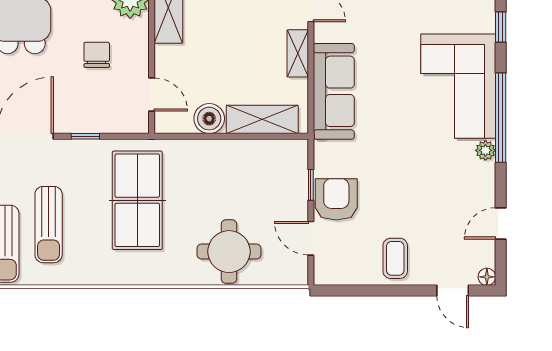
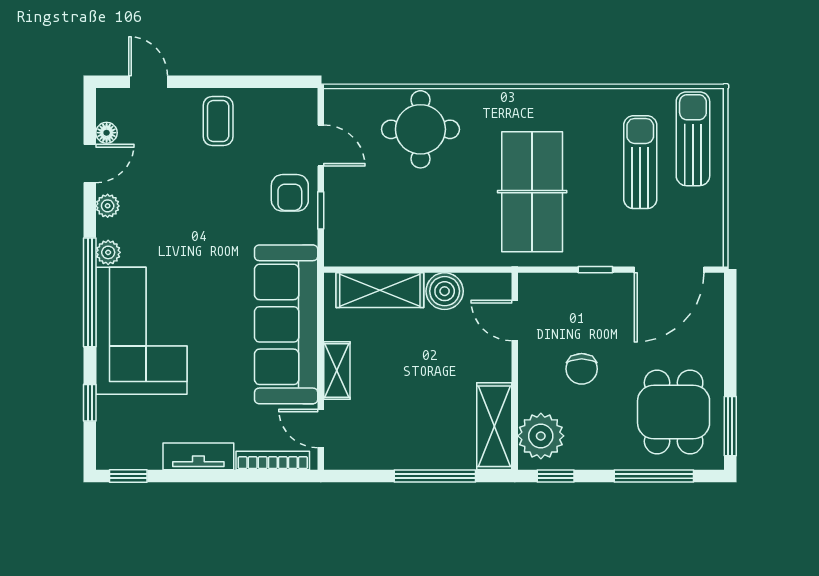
sofa: (334, 91) -> (286, 324), width x1.36, depth x1.27
plant: (486, 189) -> (108, 206), added
armchair: (336, 199) -> (290, 193), width x0.72, depth x0.72
floor lamp: (487, 277) -> (107, 133), moved

